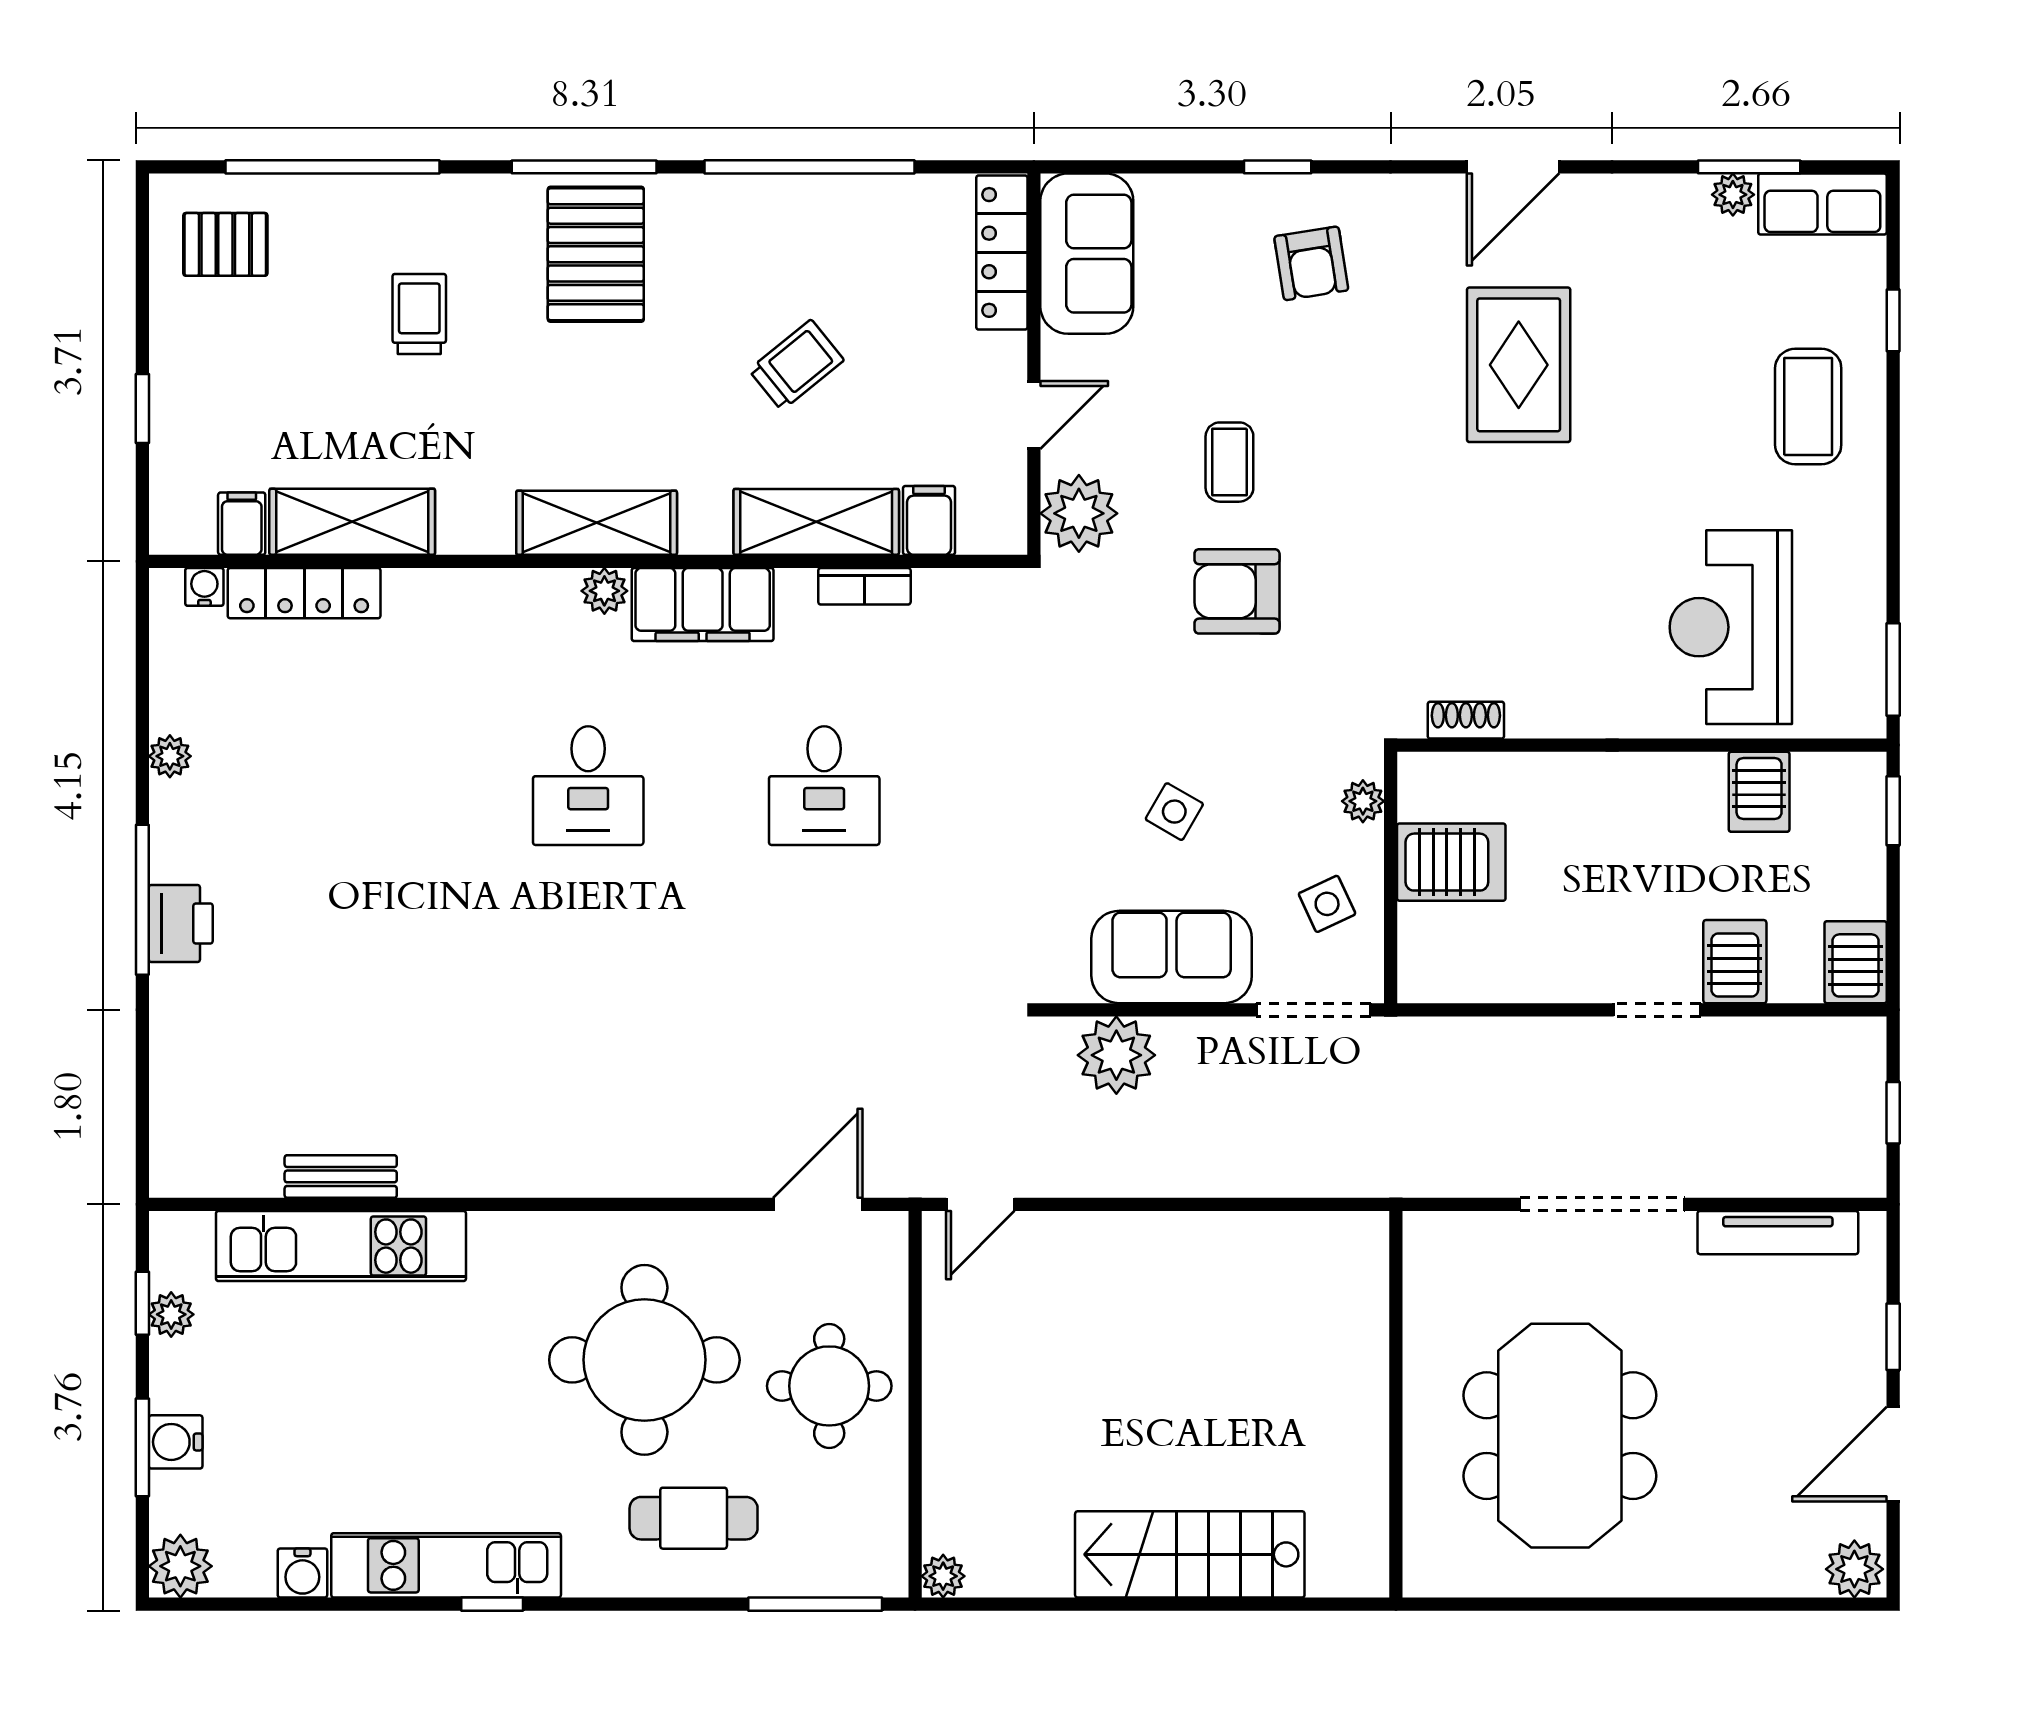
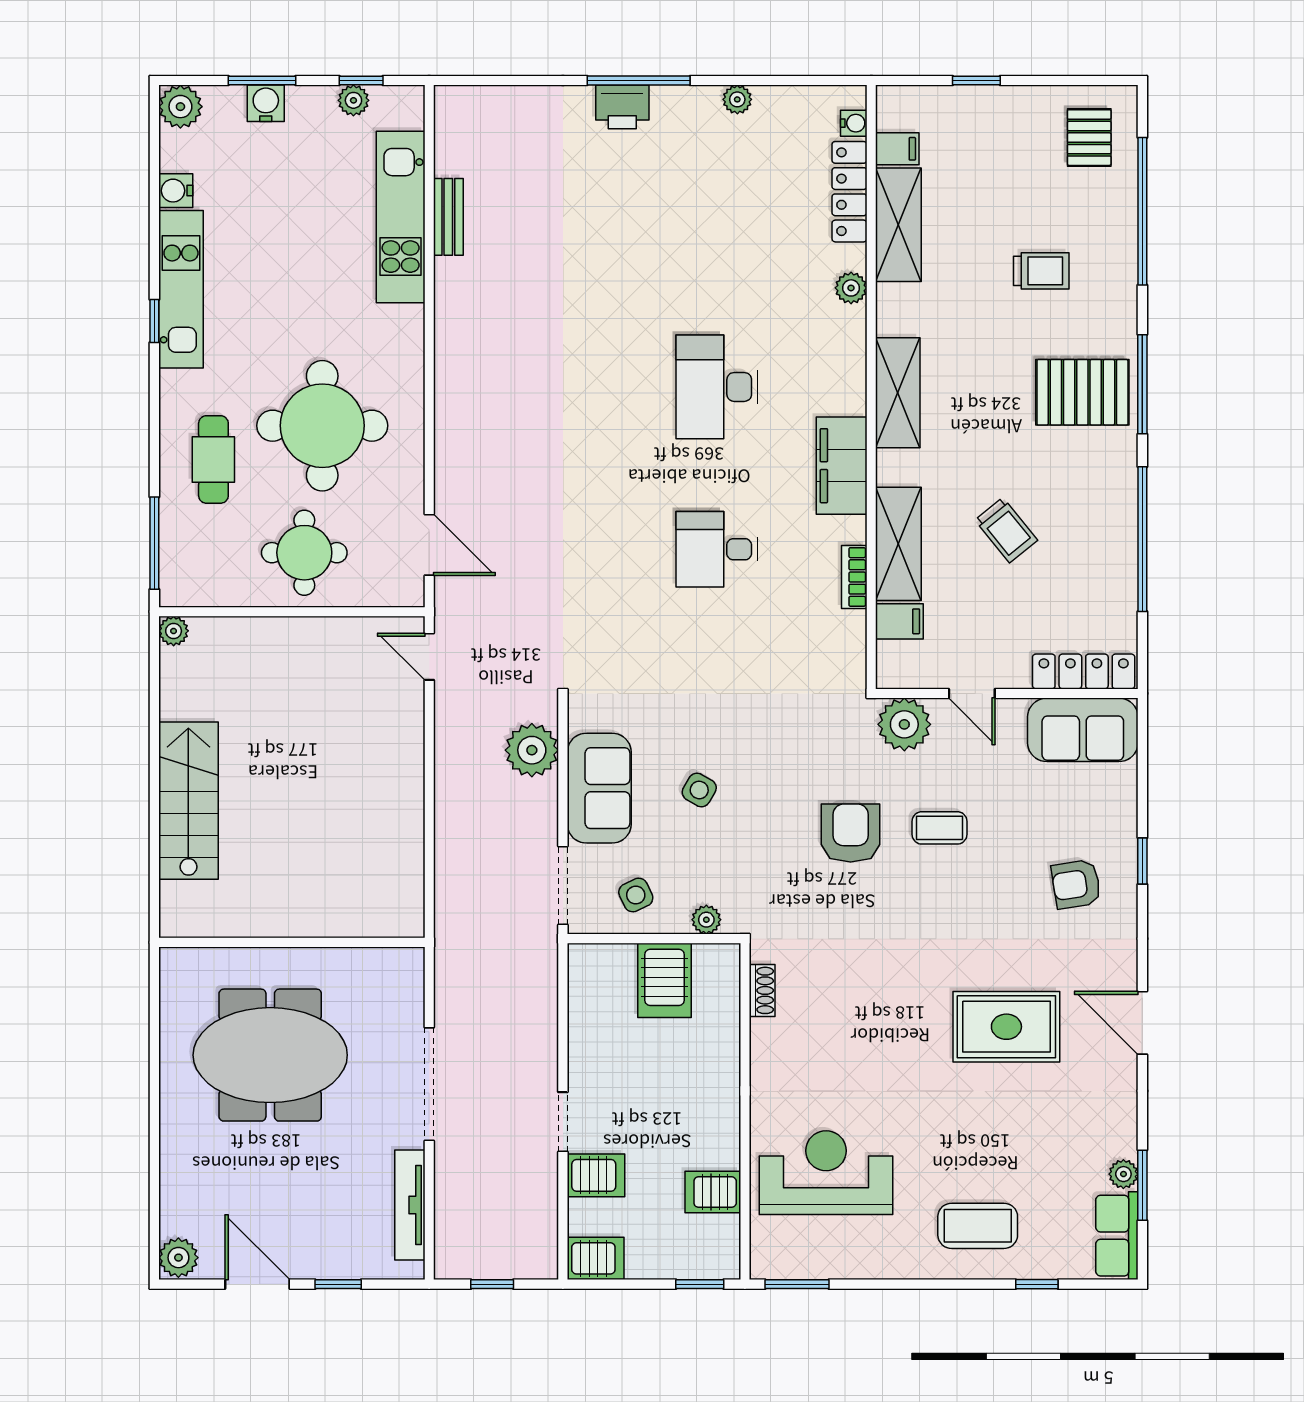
plant: (604, 591) -> (851, 288), moved
desk: (588, 786) -> (717, 387), width x1.37

